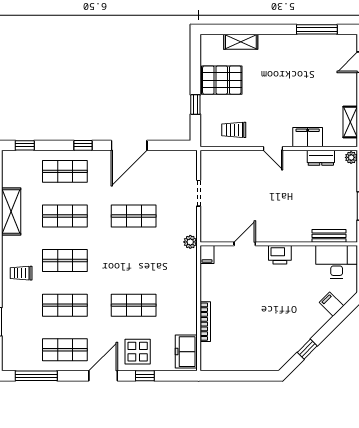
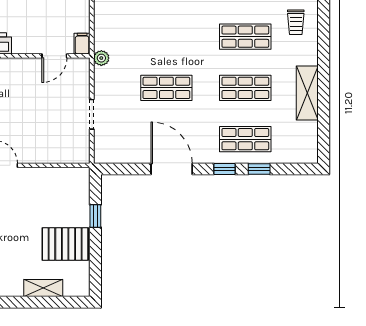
trolley: (234, 130) -> (51, 187), removed
window: (25, 145) -> (259, 169), moved
door: (129, 145) -> (172, 169), hinge flipped
door: (245, 244) -> (54, 56), moved
trolley: (21, 273) -> (296, 22), turned 90

